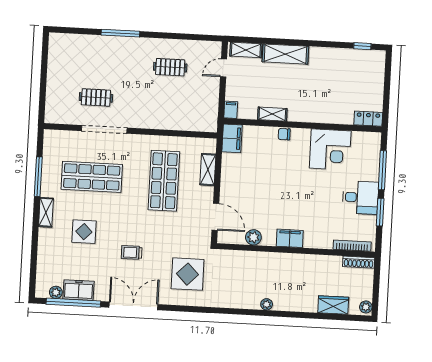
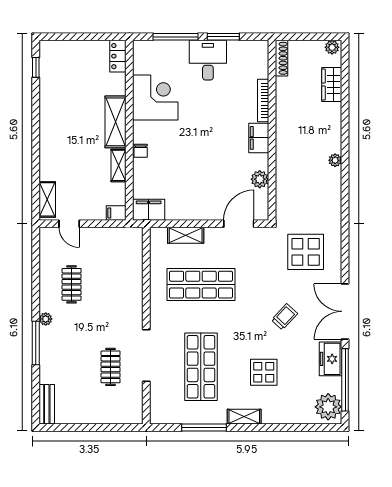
bench: (66, 40) -> (47, 404), added
plant: (141, 43) -> (46, 319), added
shelving: (285, 54) -> (116, 122), moved
bookcase: (352, 246) -> (263, 100), moved
trolley: (132, 252) -> (284, 317), turned -137
freezer: (78, 290) -> (331, 359), moved
plant: (56, 292) -> (328, 407), width x1.88, depth x1.88

